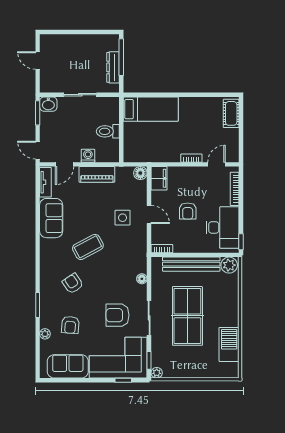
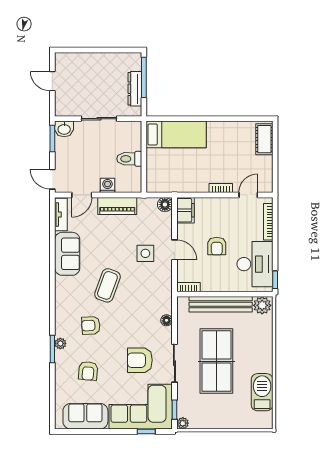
coffee table: (88, 247) -> (107, 285), turned -42
armchair: (73, 283) -> (91, 325), turned -59
plant: (45, 334) -> (60, 343), moved

